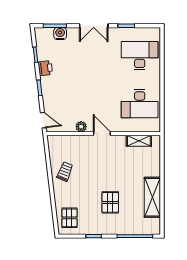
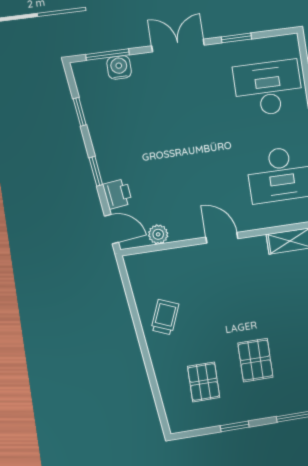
double door: (94, 26) -> (178, 45), swing flipped
printer: (45, 68) -> (117, 194), moved
plant: (81, 127) -> (158, 234), moved
pallet: (69, 218) -> (204, 382), moved

